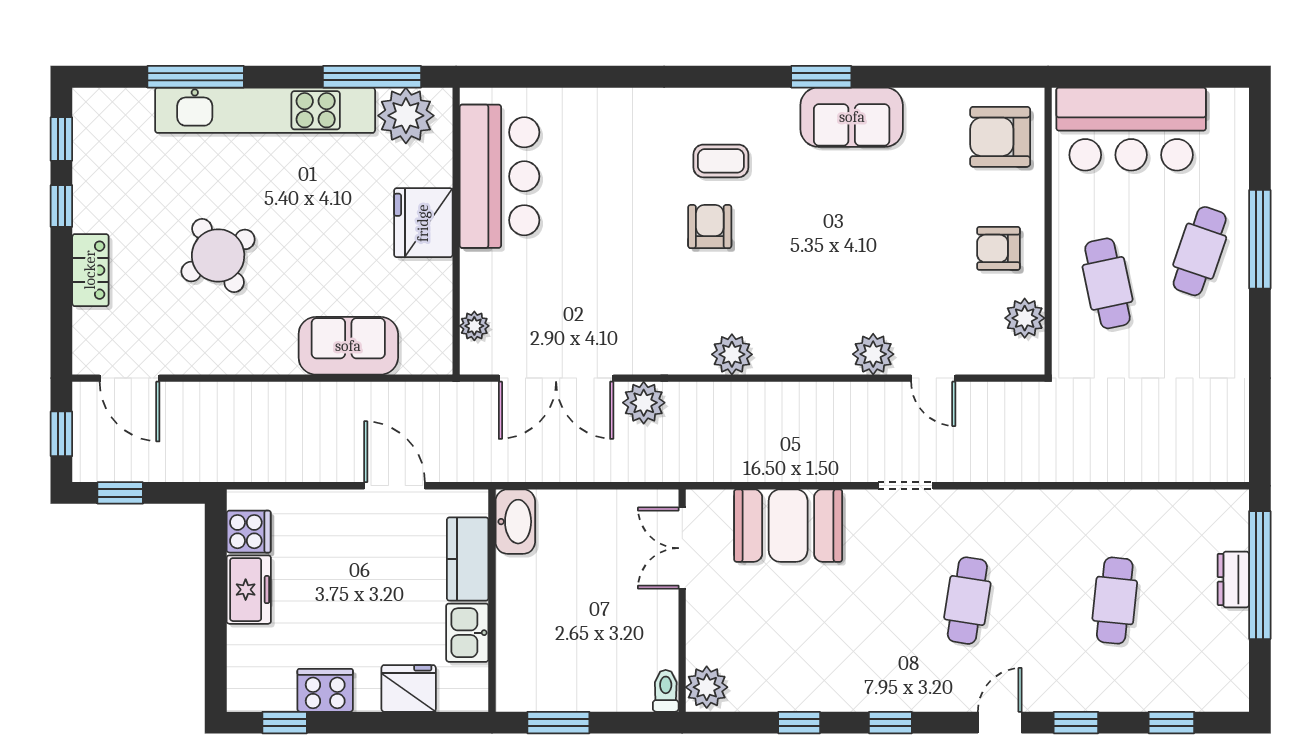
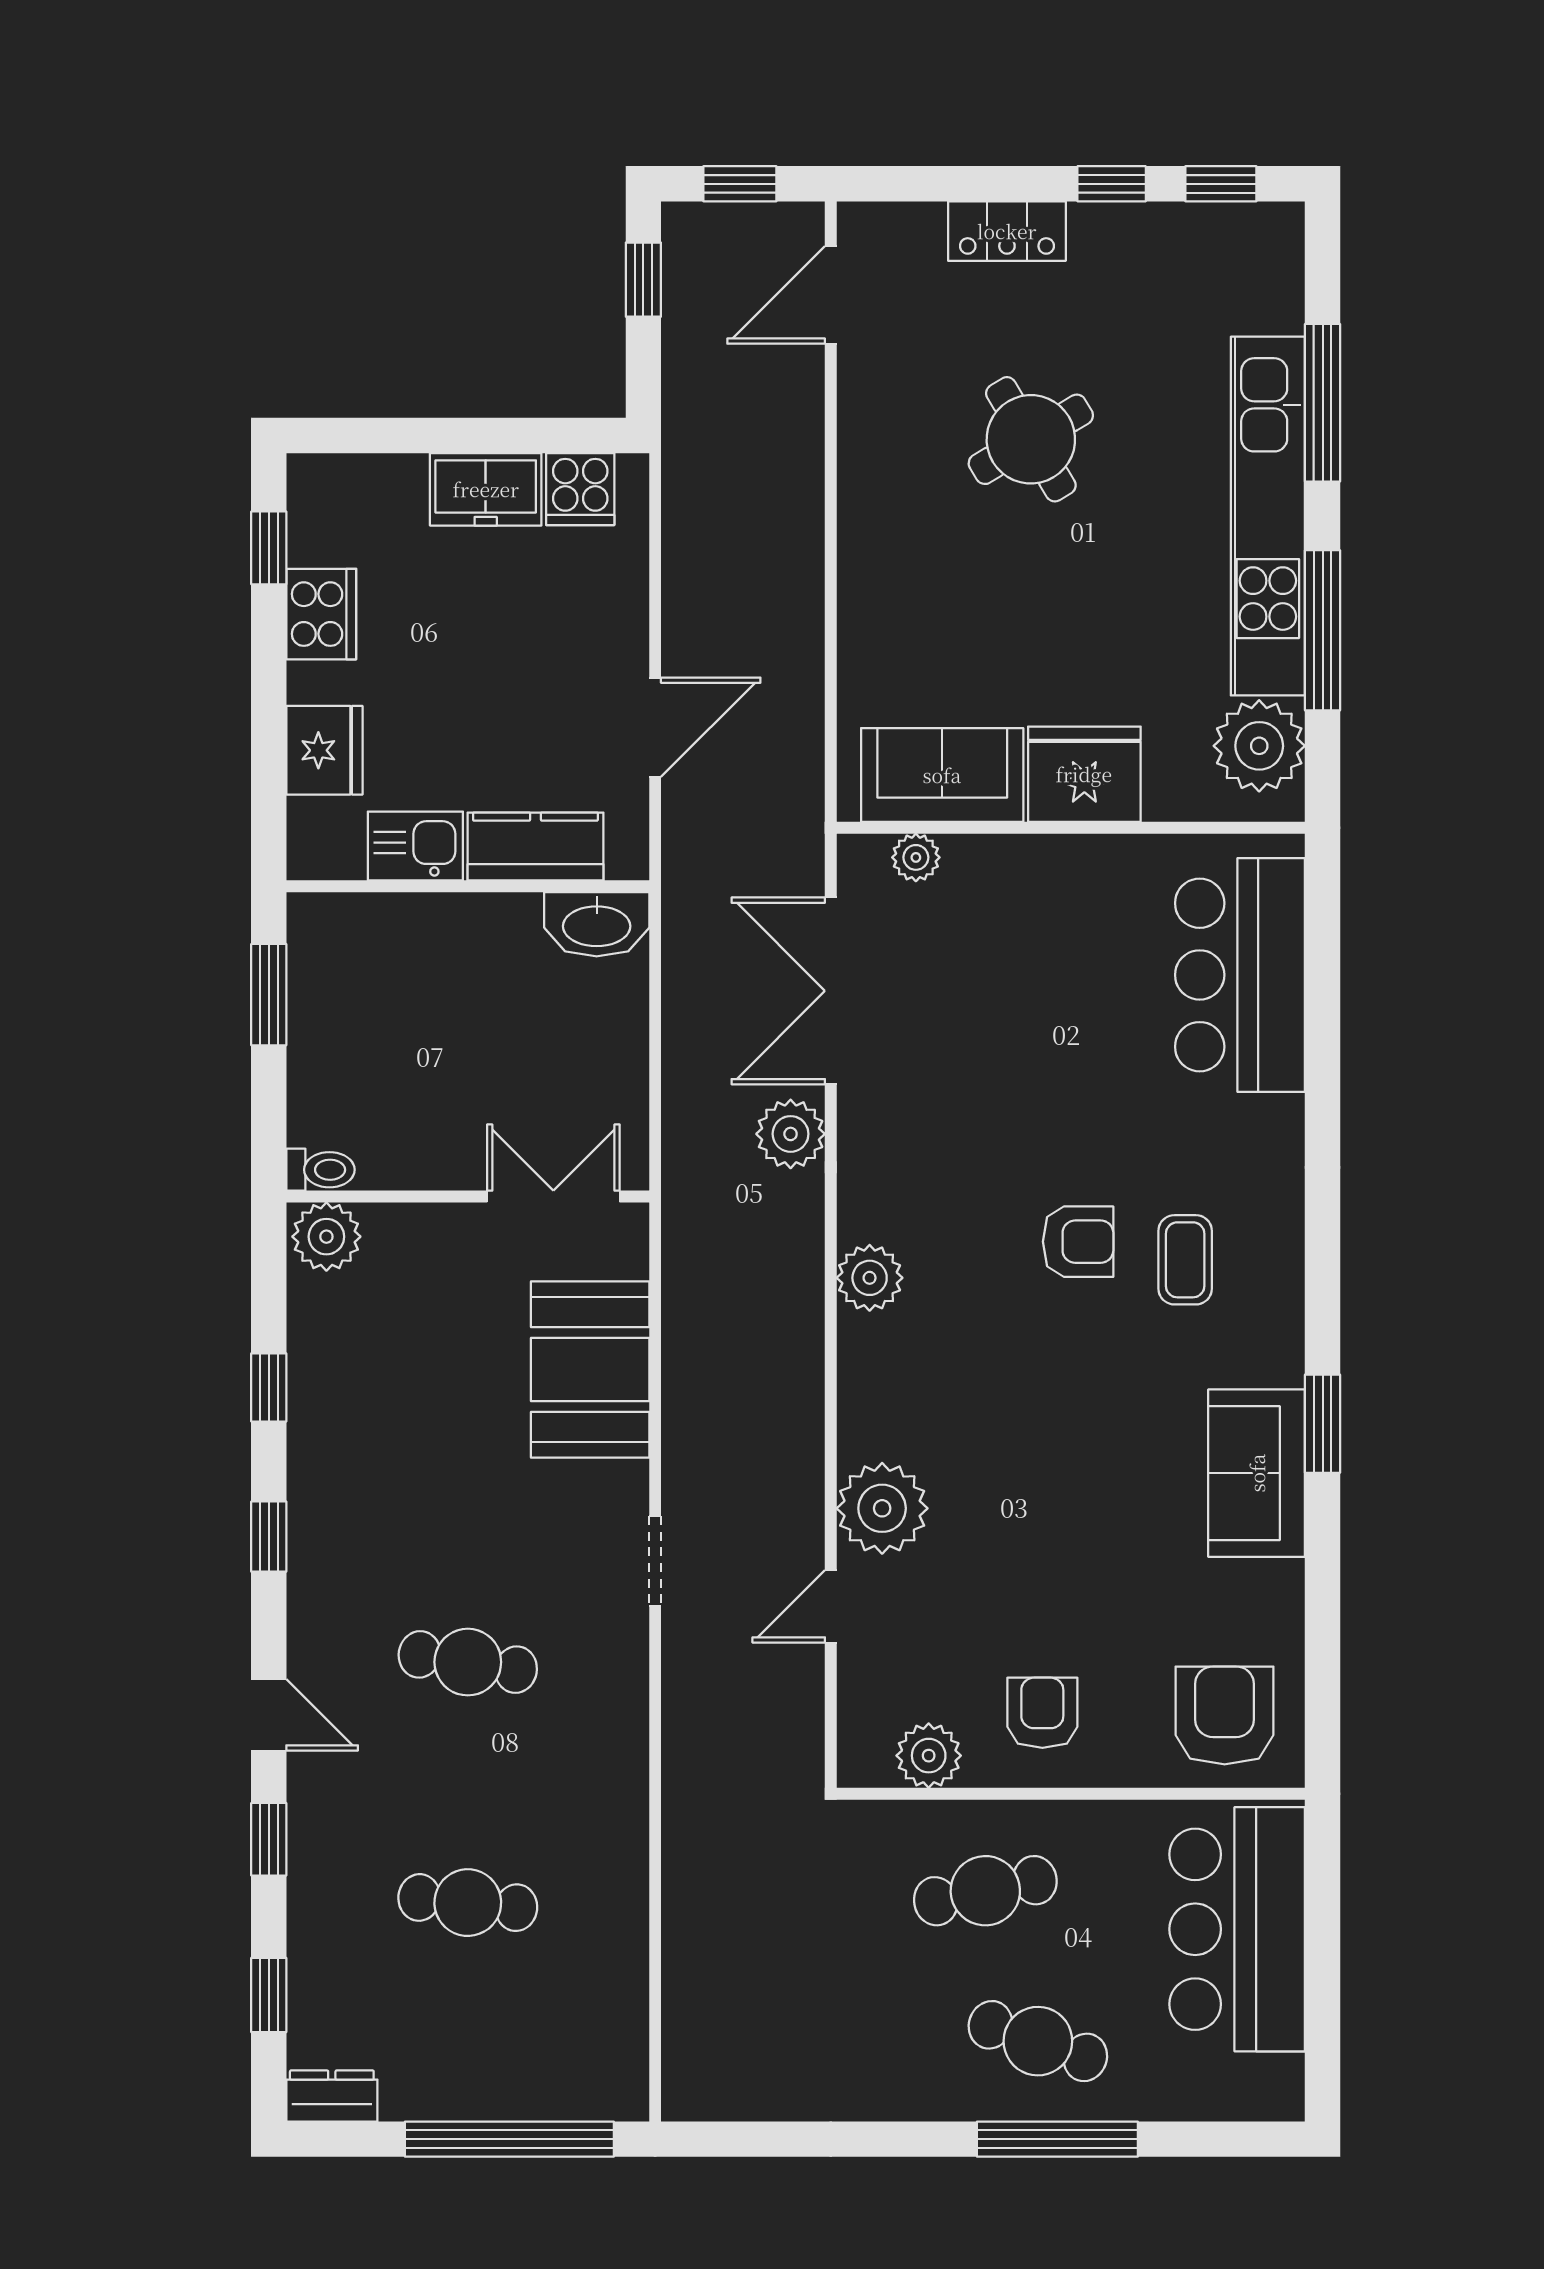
window: (372, 77) -> (1323, 630), moved
bar counter: (500, 176) -> (1240, 975), moved, turned 90
sofa: (348, 346) -> (942, 775), moved, turned -90
plant: (873, 354) -> (882, 1508), width x1.36, depth x1.36
dresser: (1233, 579) -> (332, 2096), moved

